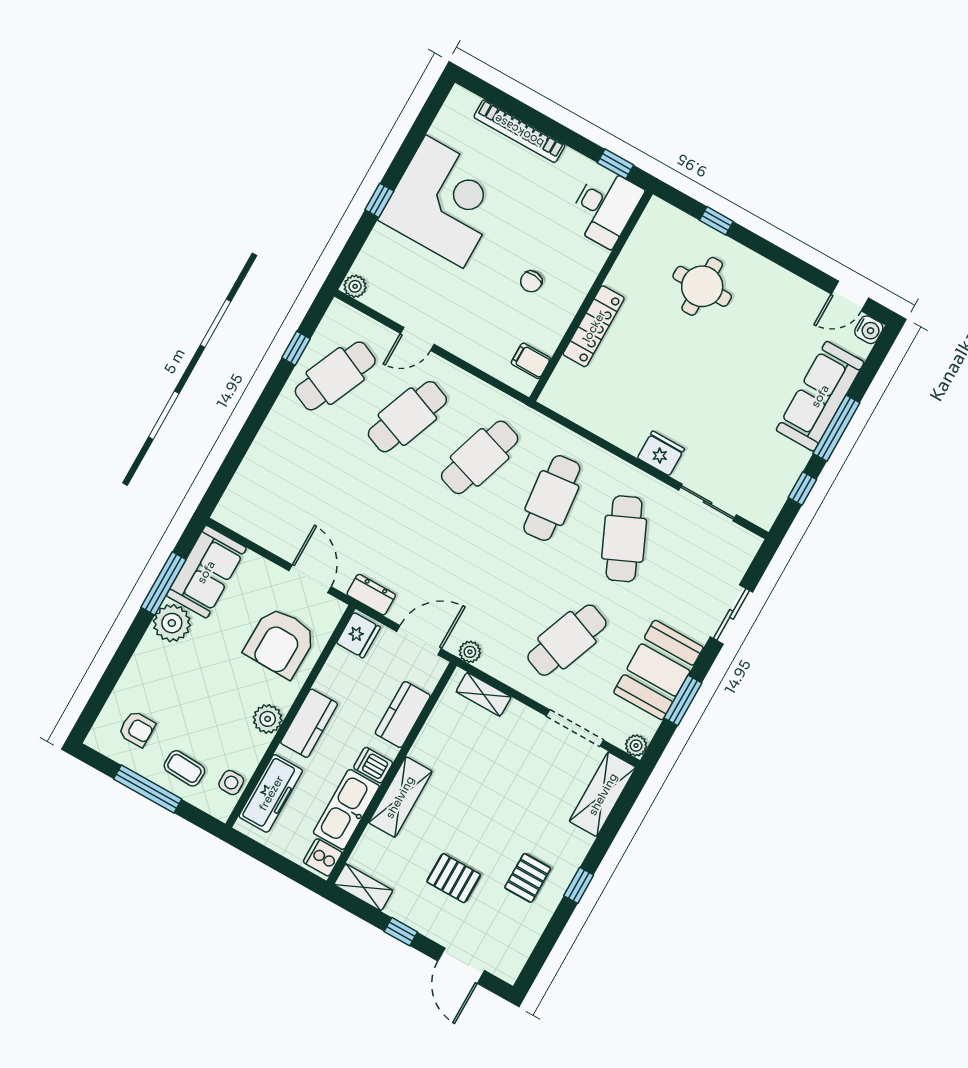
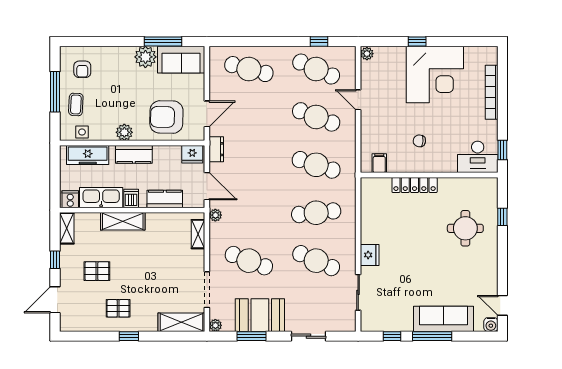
cafe table: (278, 477) -> (249, 69), added
cafe table: (624, 539) -> (316, 261), turned 48
pallet: (454, 878) -> (97, 271), turned 90

